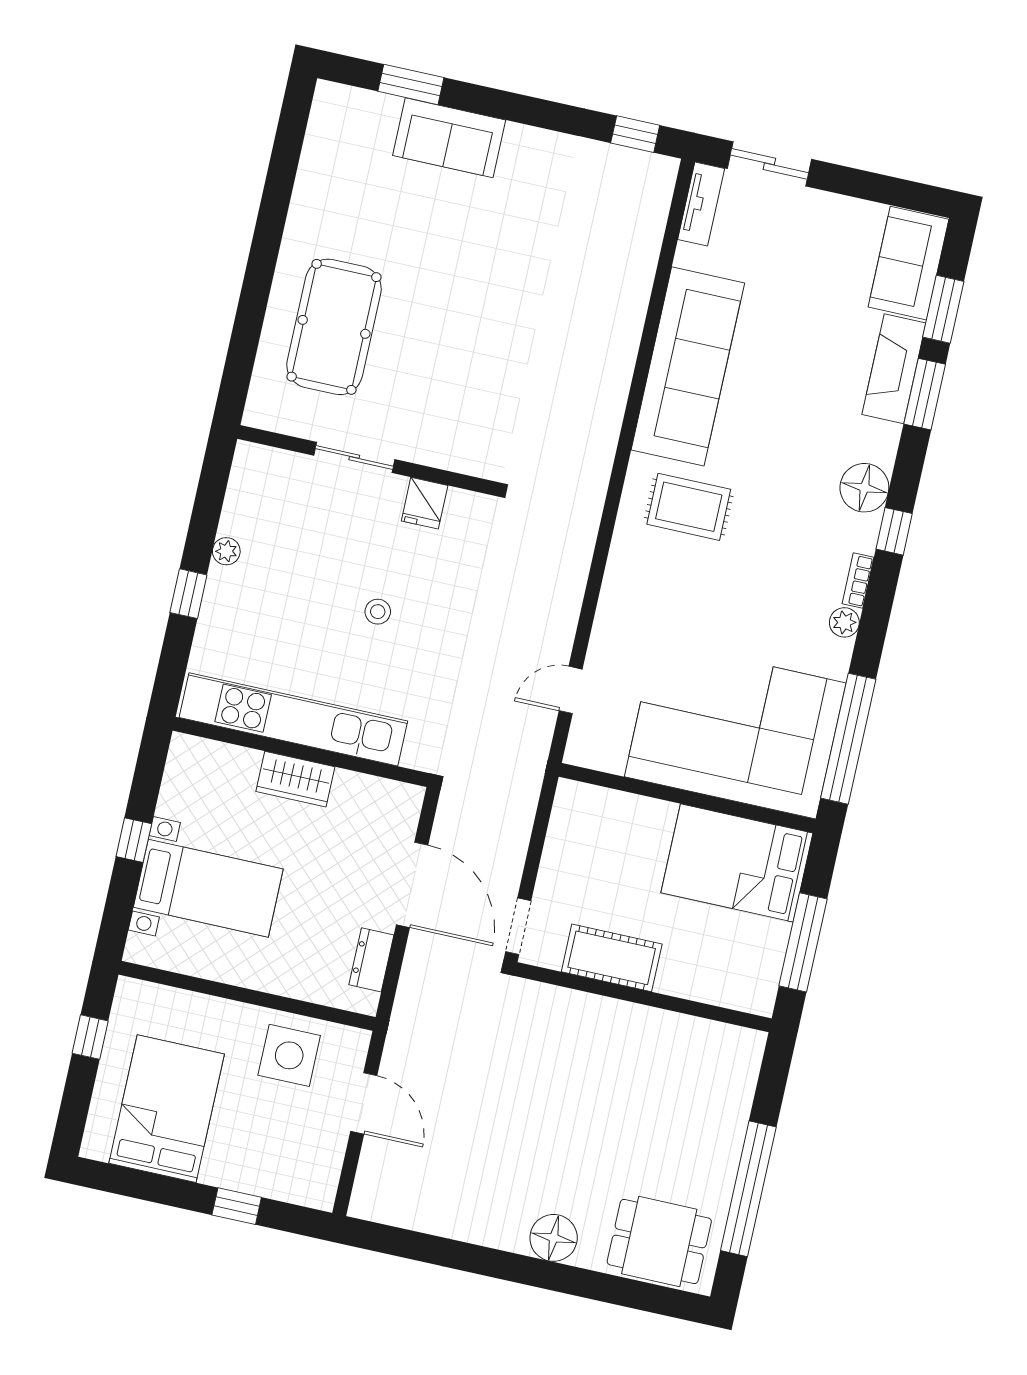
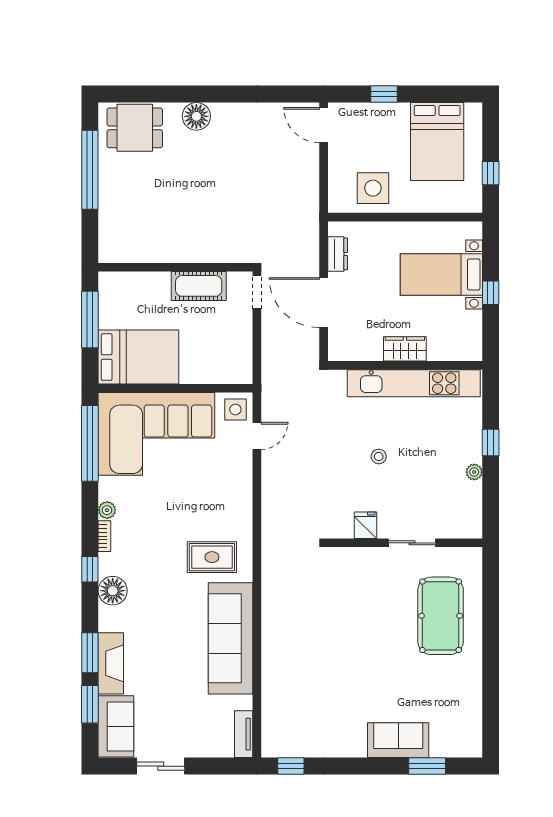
sliding door: (769, 164) -> (161, 766), moved
side table: (596, 741) -> (235, 410), added
door: (364, 1103) -> (324, 125), moved

